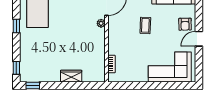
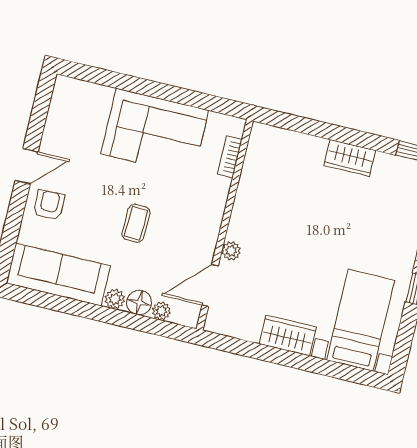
corner sofa: (170, 67) -> (155, 132), moved
wardrobe: (71, 76) -> (350, 158), moved

